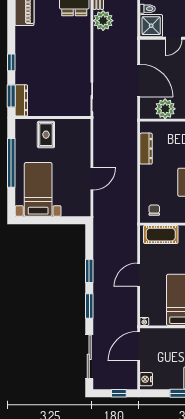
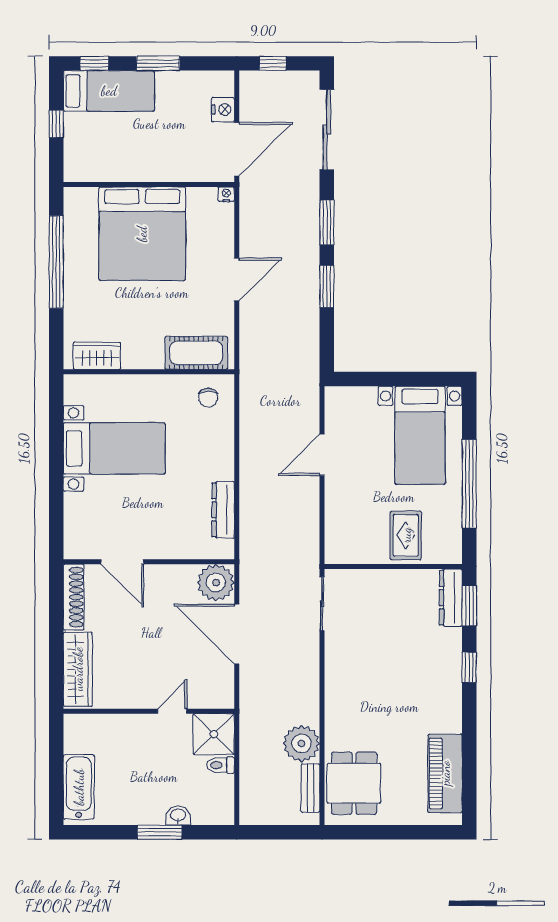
plant: (165, 109) -> (216, 582), moved
nightstand: (146, 379) -> (223, 110), moved

